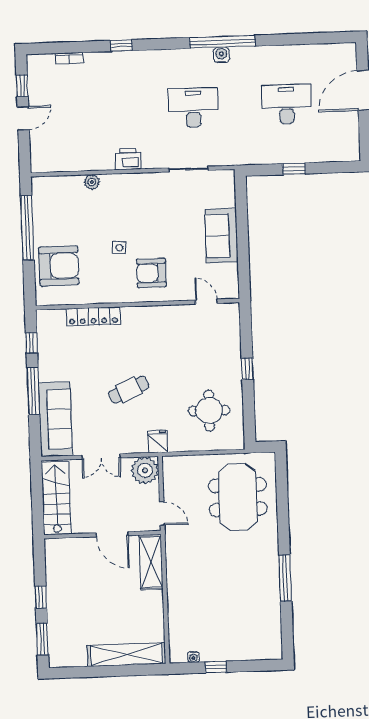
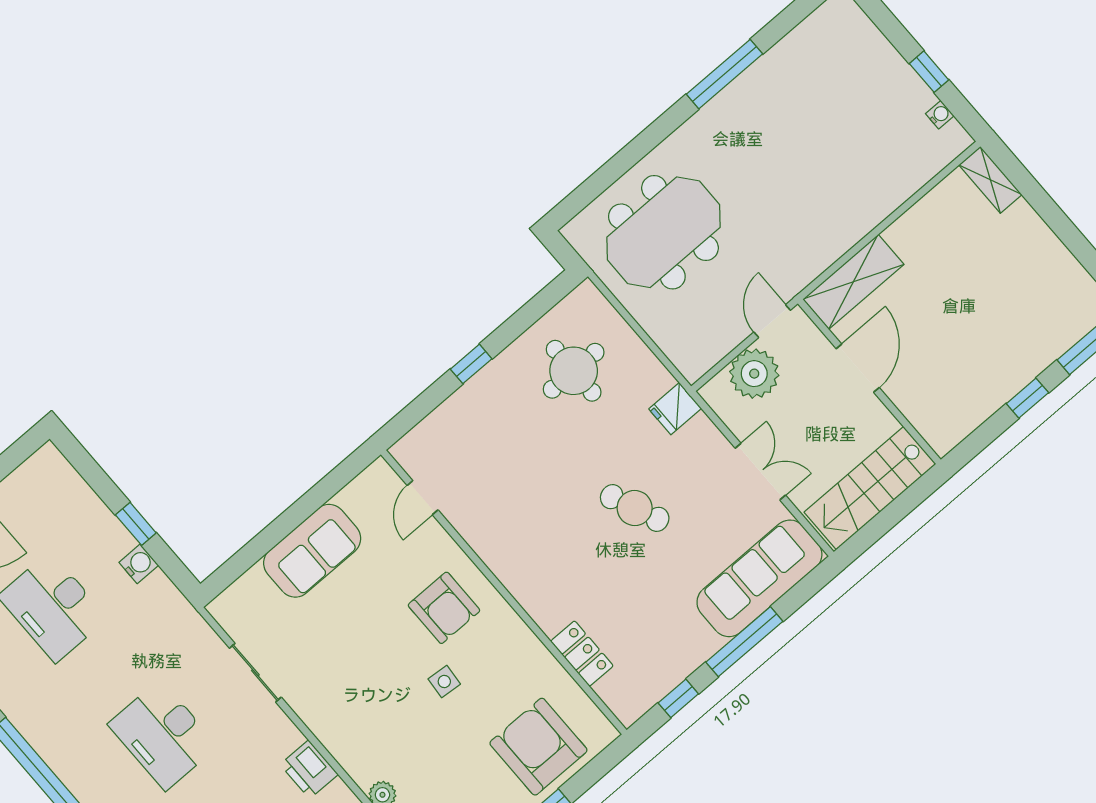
water cooler: (221, 55) -> (139, 564), moved, turned 180
locker: (93, 316) -> (582, 654), width x0.66
plant: (145, 470) -> (754, 374), moved
shelving: (127, 654) -> (990, 180), width x0.45, depth x0.75

